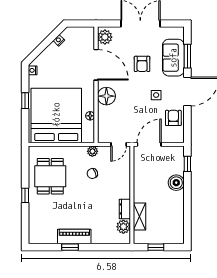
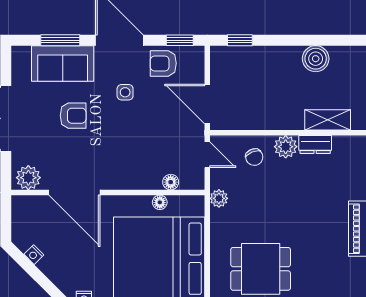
door: (96, 65) -> (75, 193), swing flipped
floor lamp: (106, 96) -> (171, 182), moved, width x0.53, depth x0.53
window: (187, 128) -> (180, 40), added
chair: (92, 173) -> (254, 157), moved
boiler: (176, 183) -> (316, 59), moved
plant: (123, 227) -> (286, 147), moved

